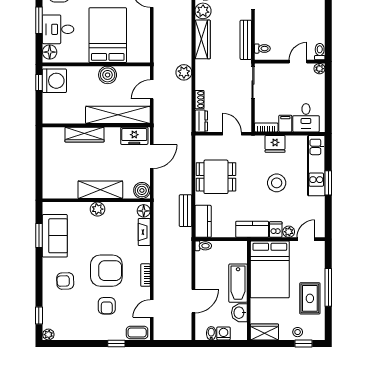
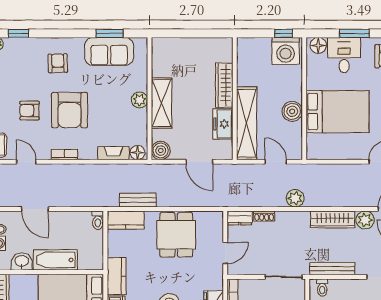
freezer: (134, 136) -> (223, 124), moved

